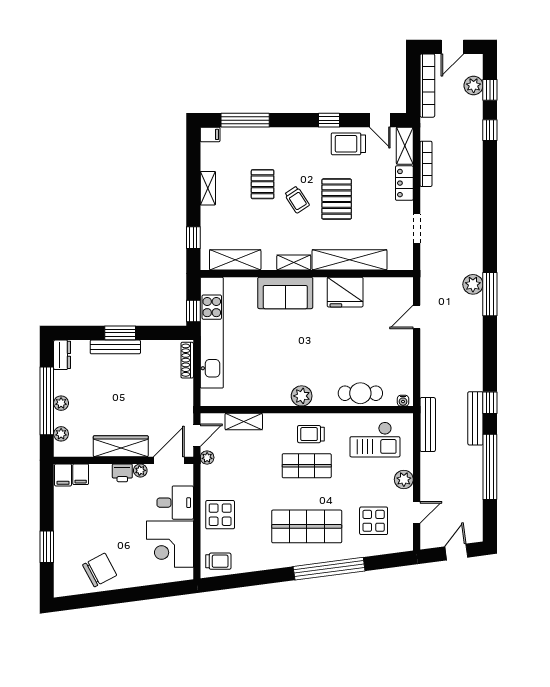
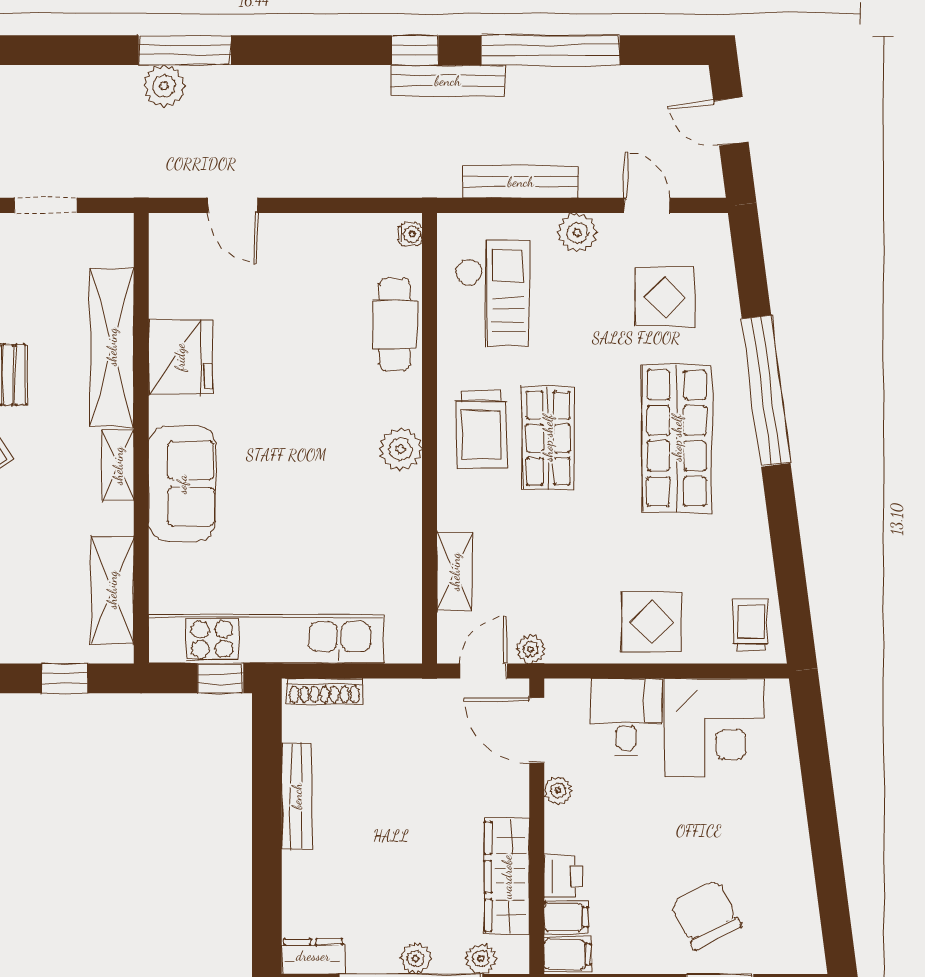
window: (120, 333) -> (267, 833), removed
bench: (115, 347) -> (297, 796), moved
bench: (428, 425) -> (521, 182), moved
trolley: (311, 434) -> (481, 429), width x1.36, depth x1.39
door: (197, 435) -> (484, 671), hinge flipped
wardrobe: (121, 446) -> (507, 877), moved
printer: (122, 473) -> (563, 876), moved
chair: (100, 570) -> (706, 915), moved

